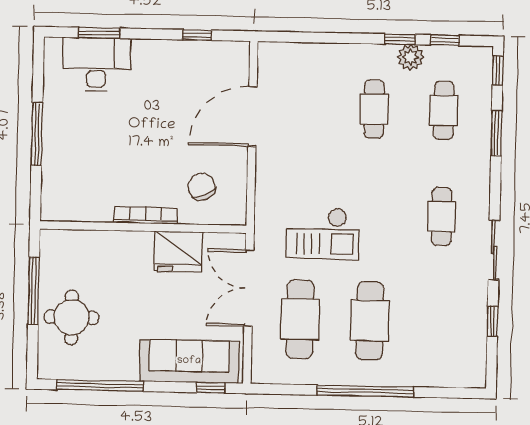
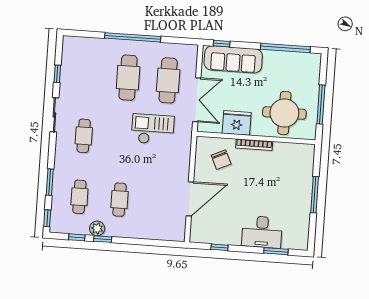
desk: (96, 64) -> (262, 232), moved
round table: (72, 317) -> (284, 113), moved, width x1.36, depth x1.36

